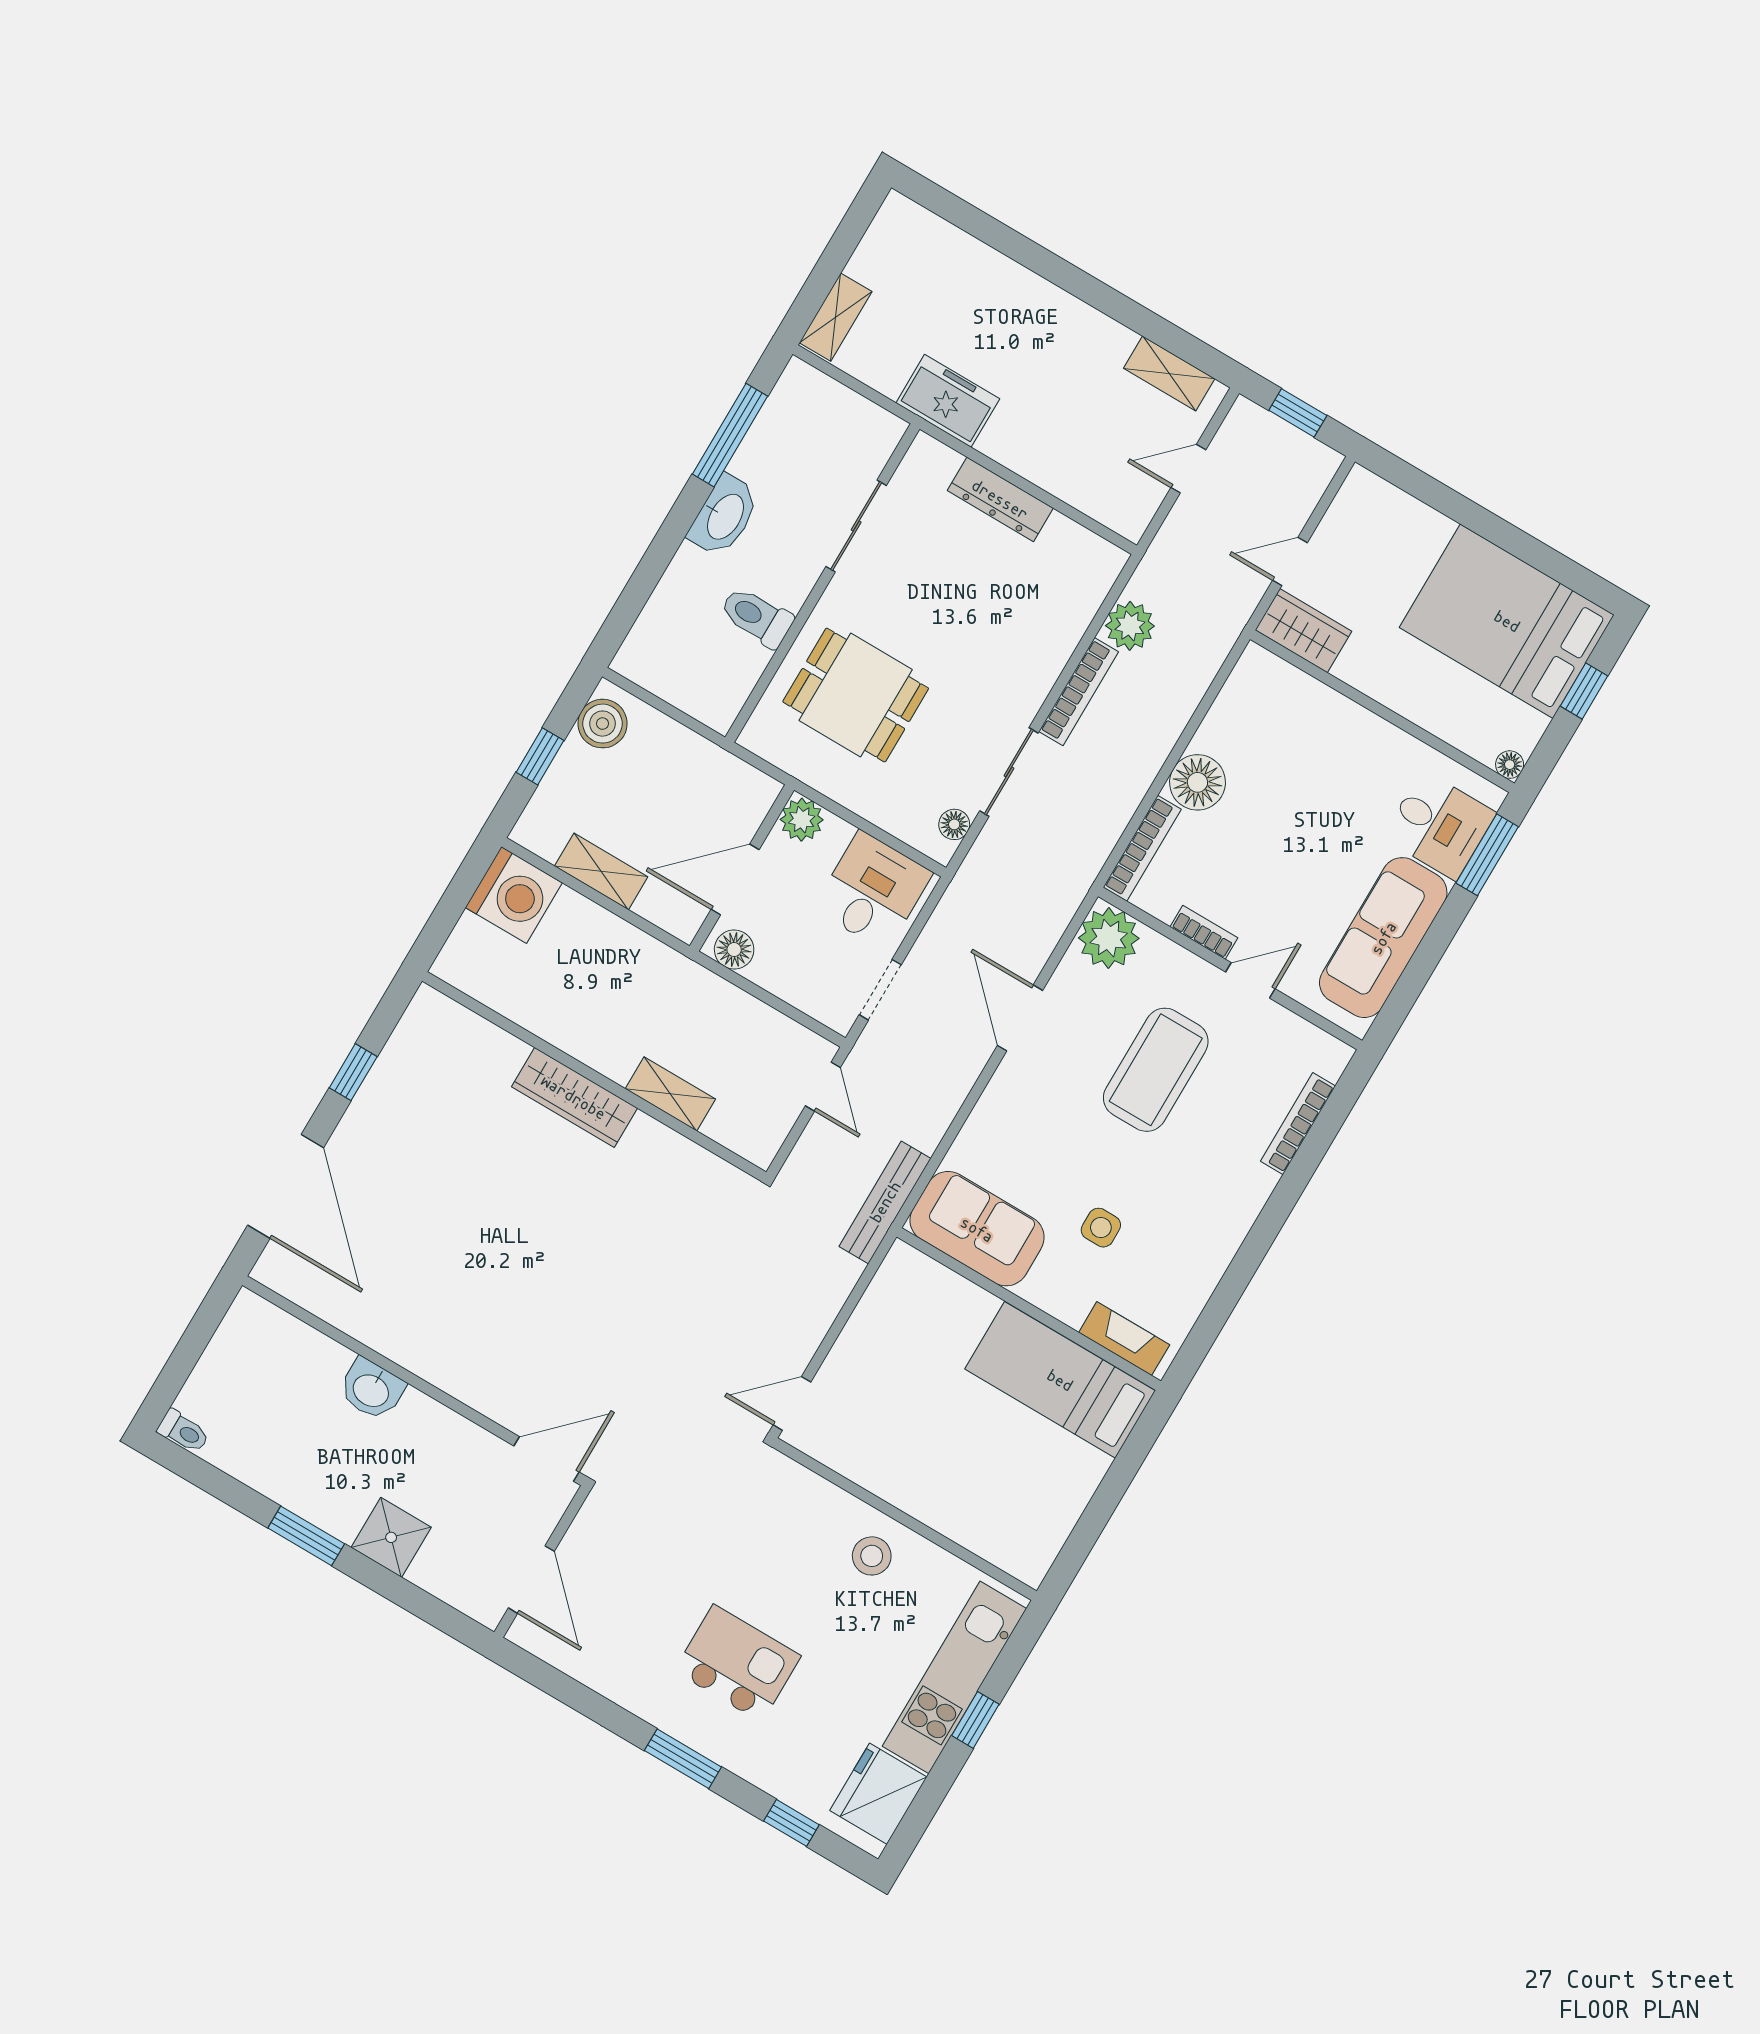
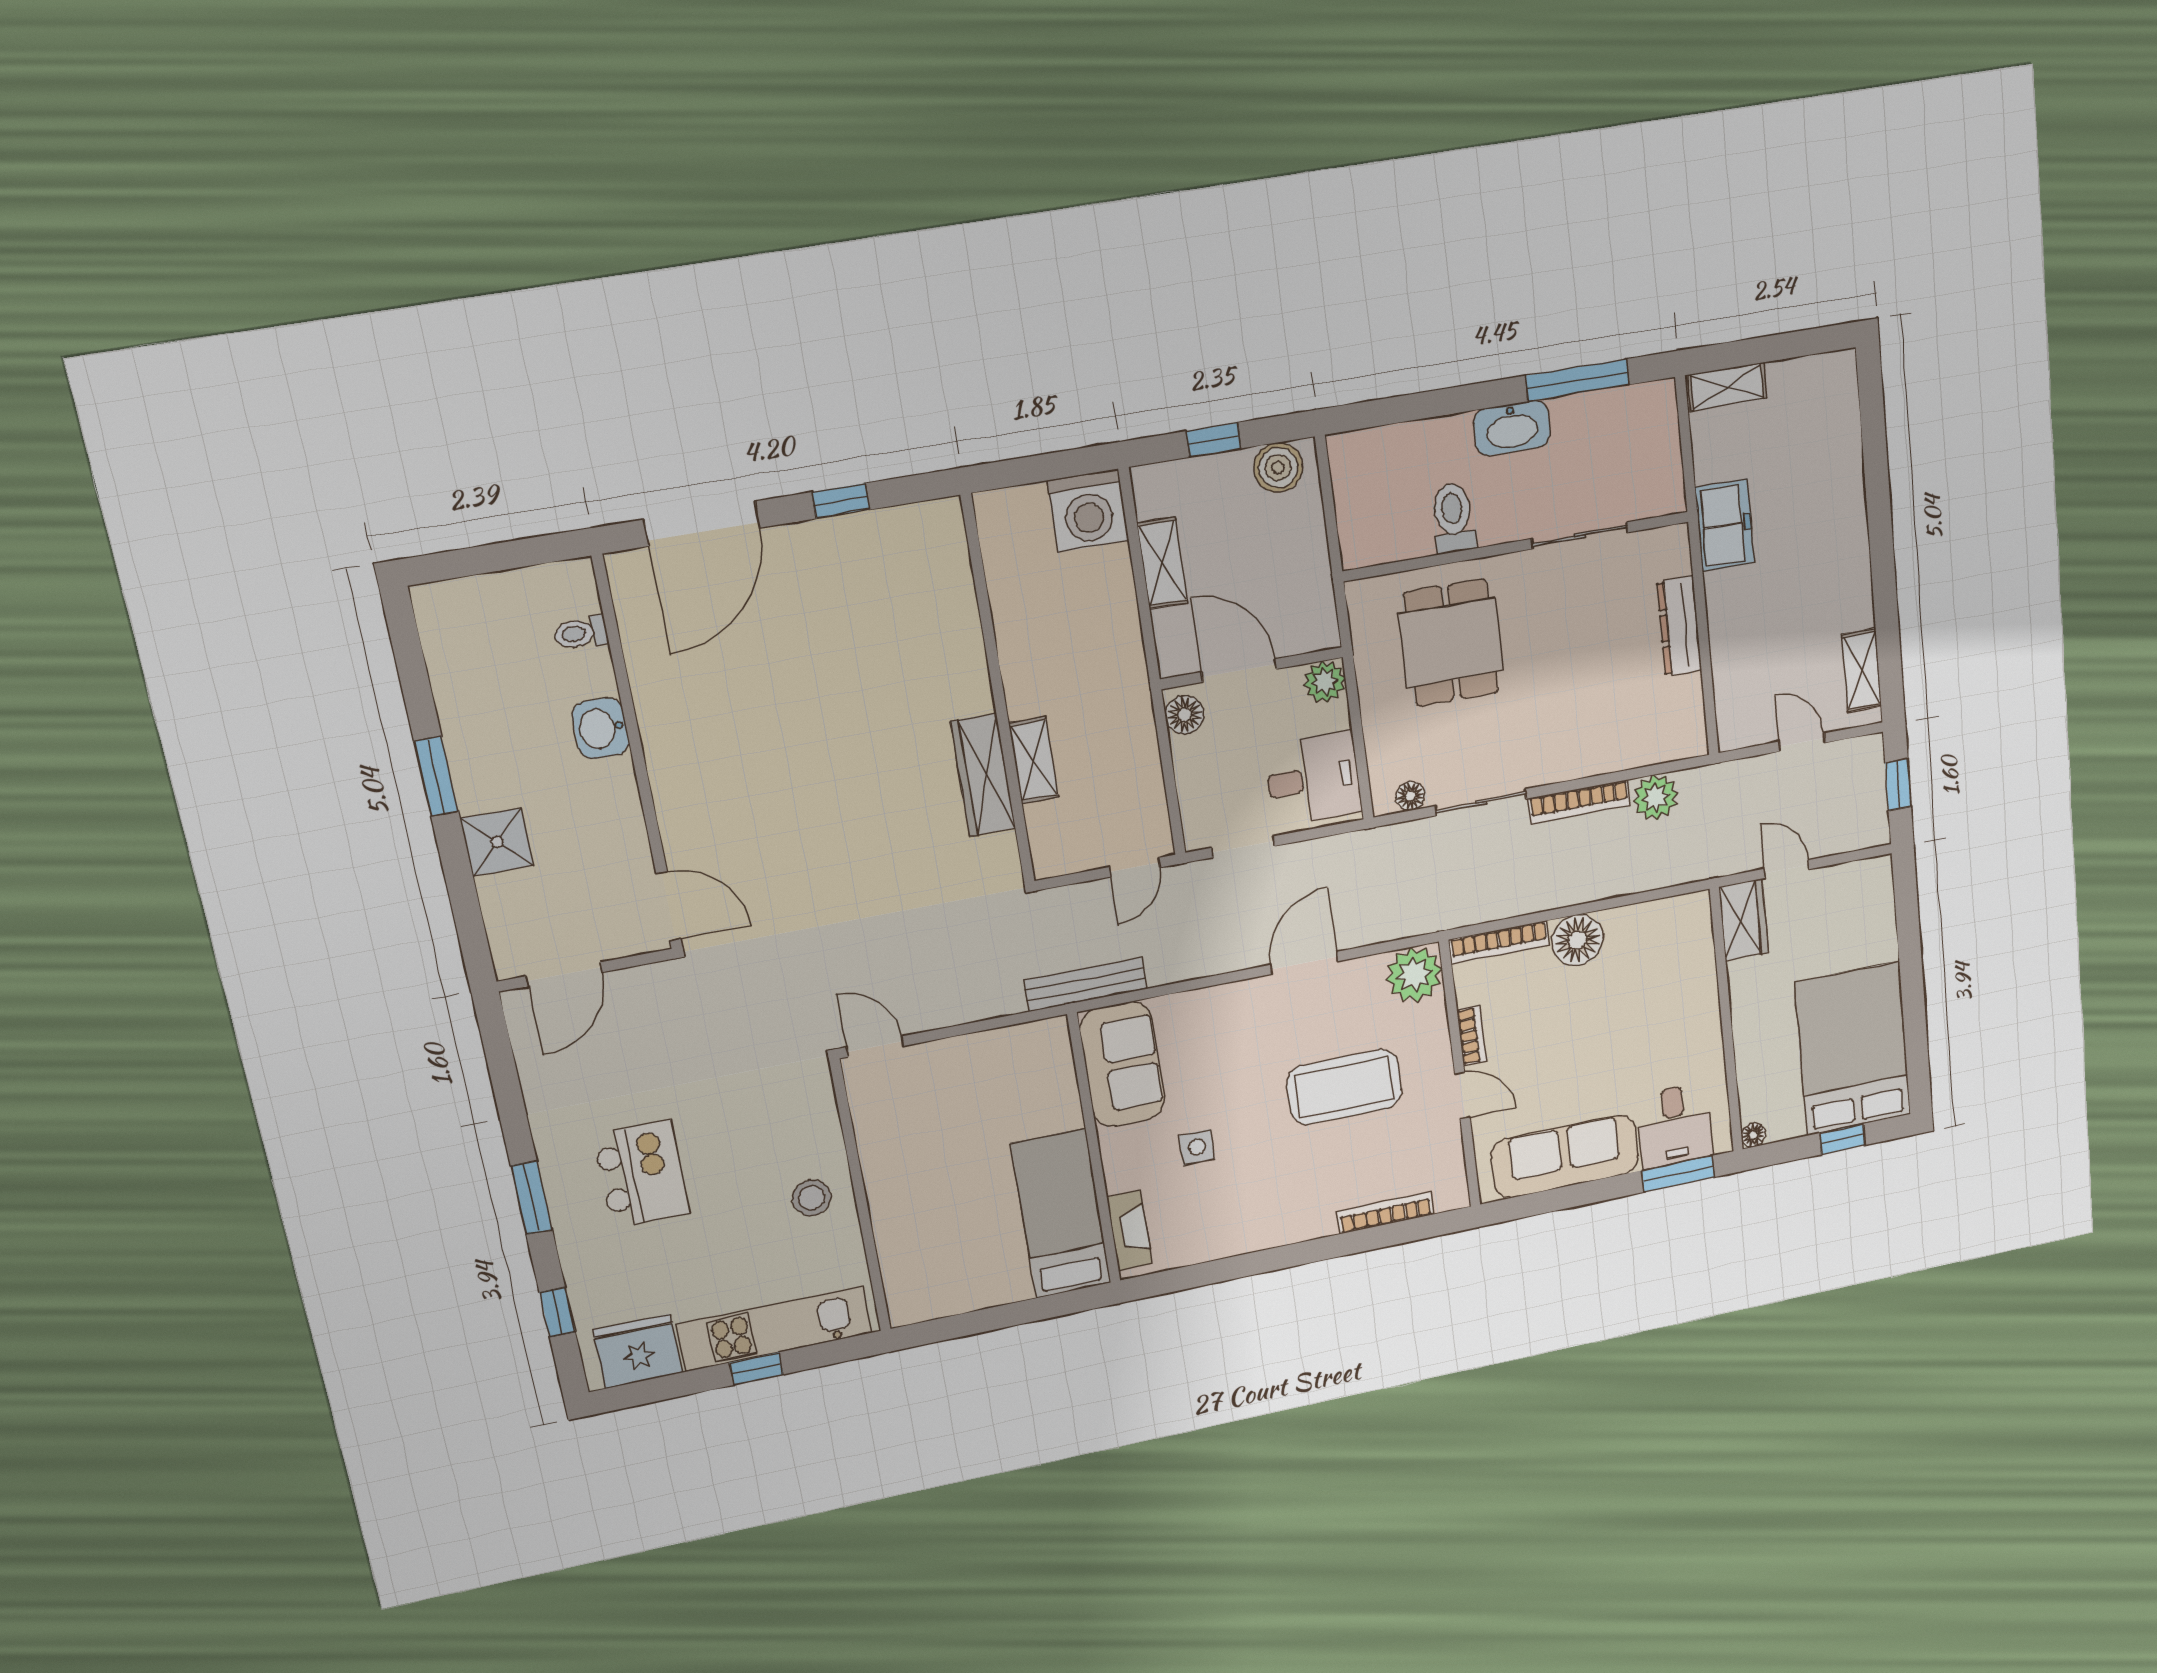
wardrobe: (574, 1097) -> (983, 775), moved
toilet: (183, 1431) -> (581, 633), moved, turned 90

